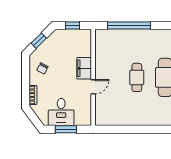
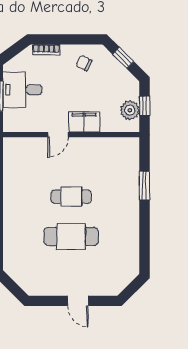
window: (129, 26) -> (145, 186), width x0.47
plant: (76, 36) -> (130, 110), added
door: (93, 87) -> (58, 135), hinge flipped

